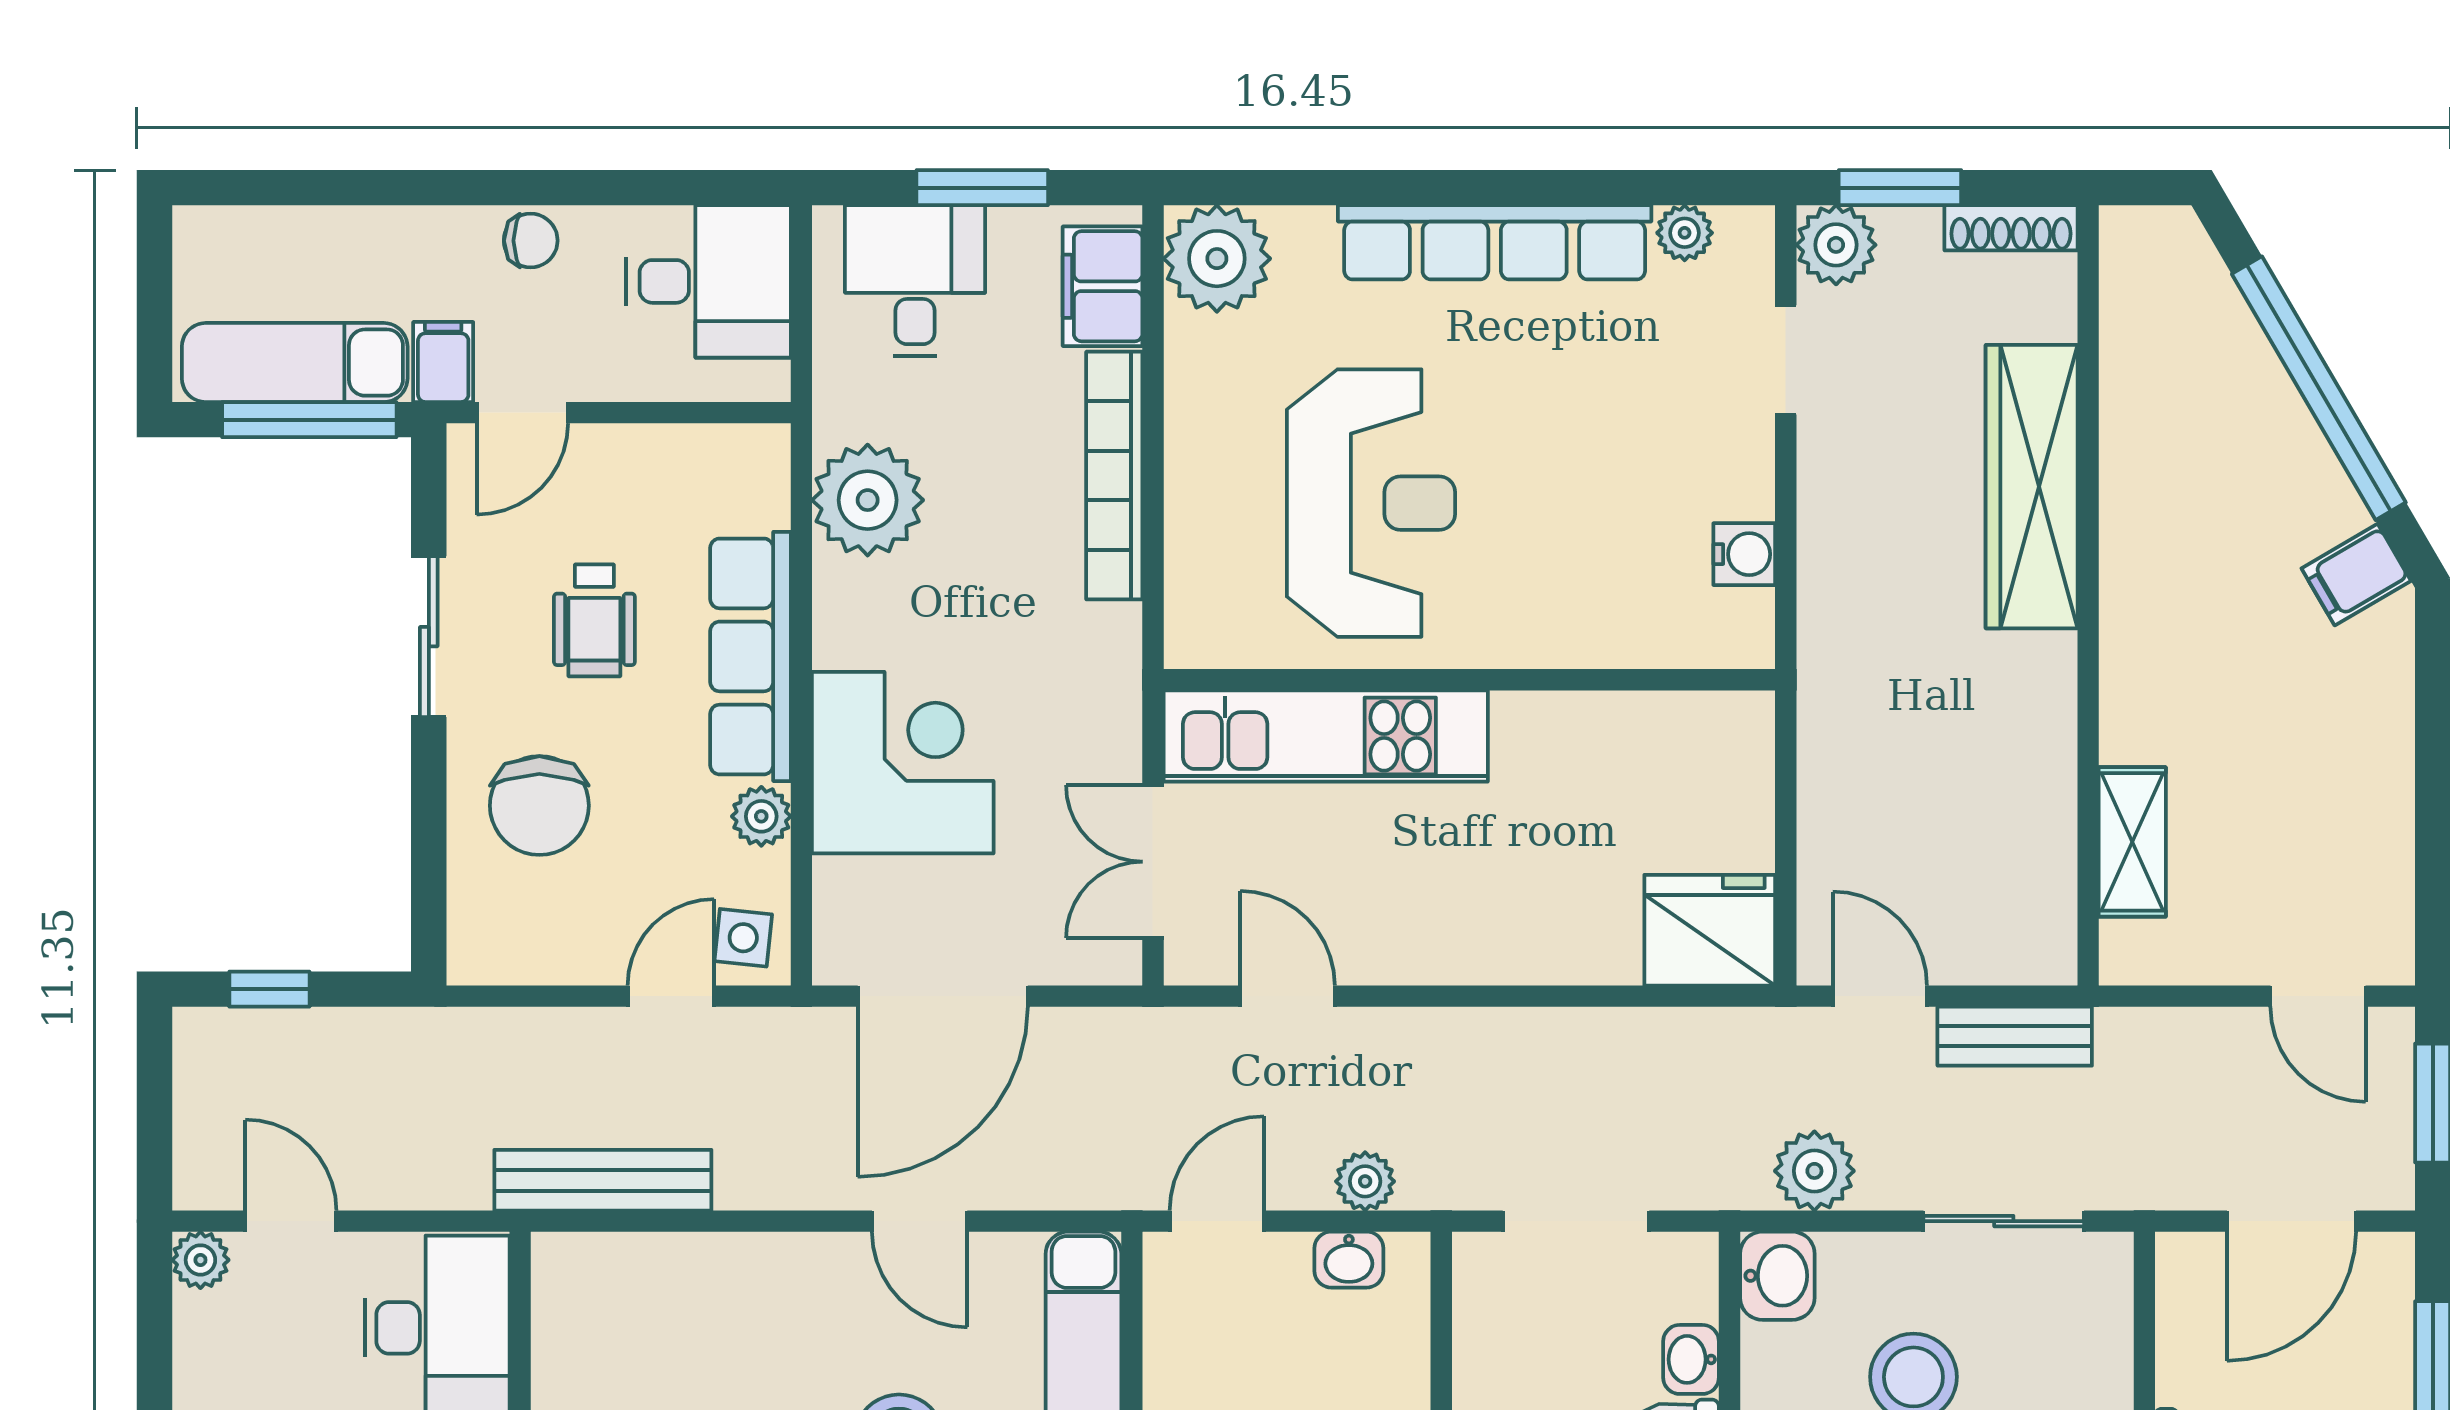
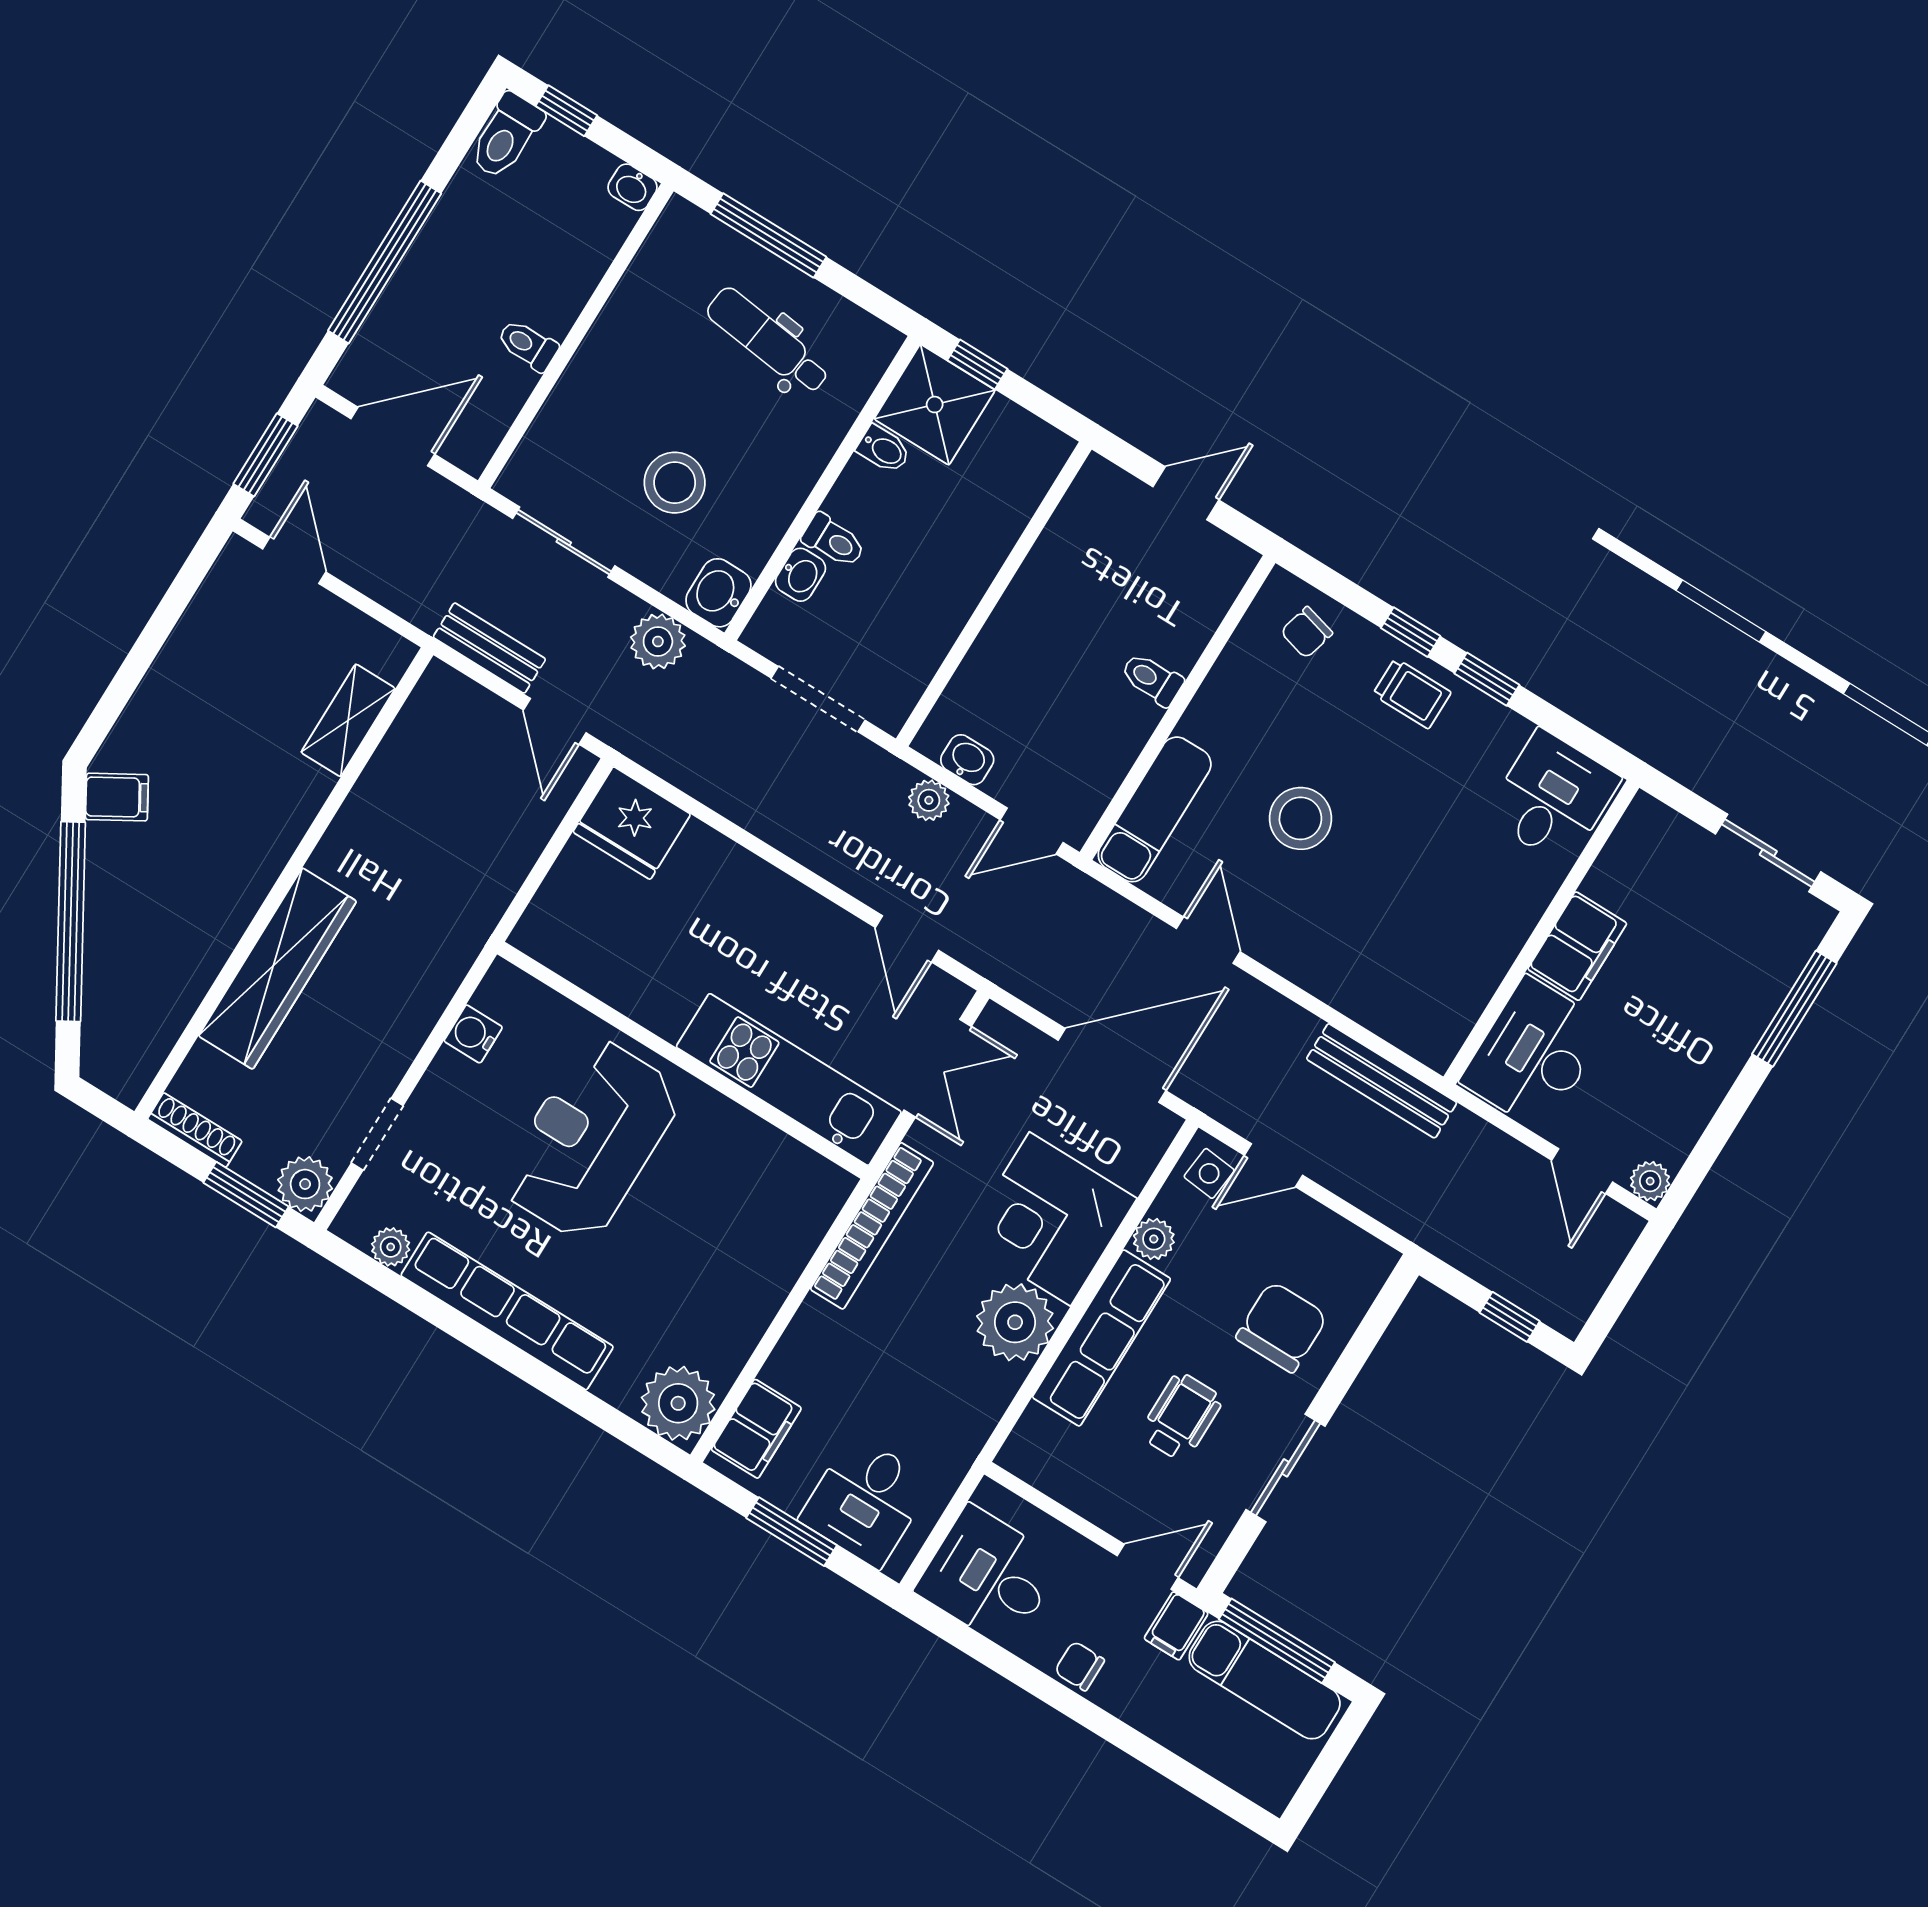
bookcase: (1114, 476) -> (872, 1226), moved
plant: (868, 500) -> (1015, 1322), moved
reception desk: (1371, 503) -> (590, 1140), moved

